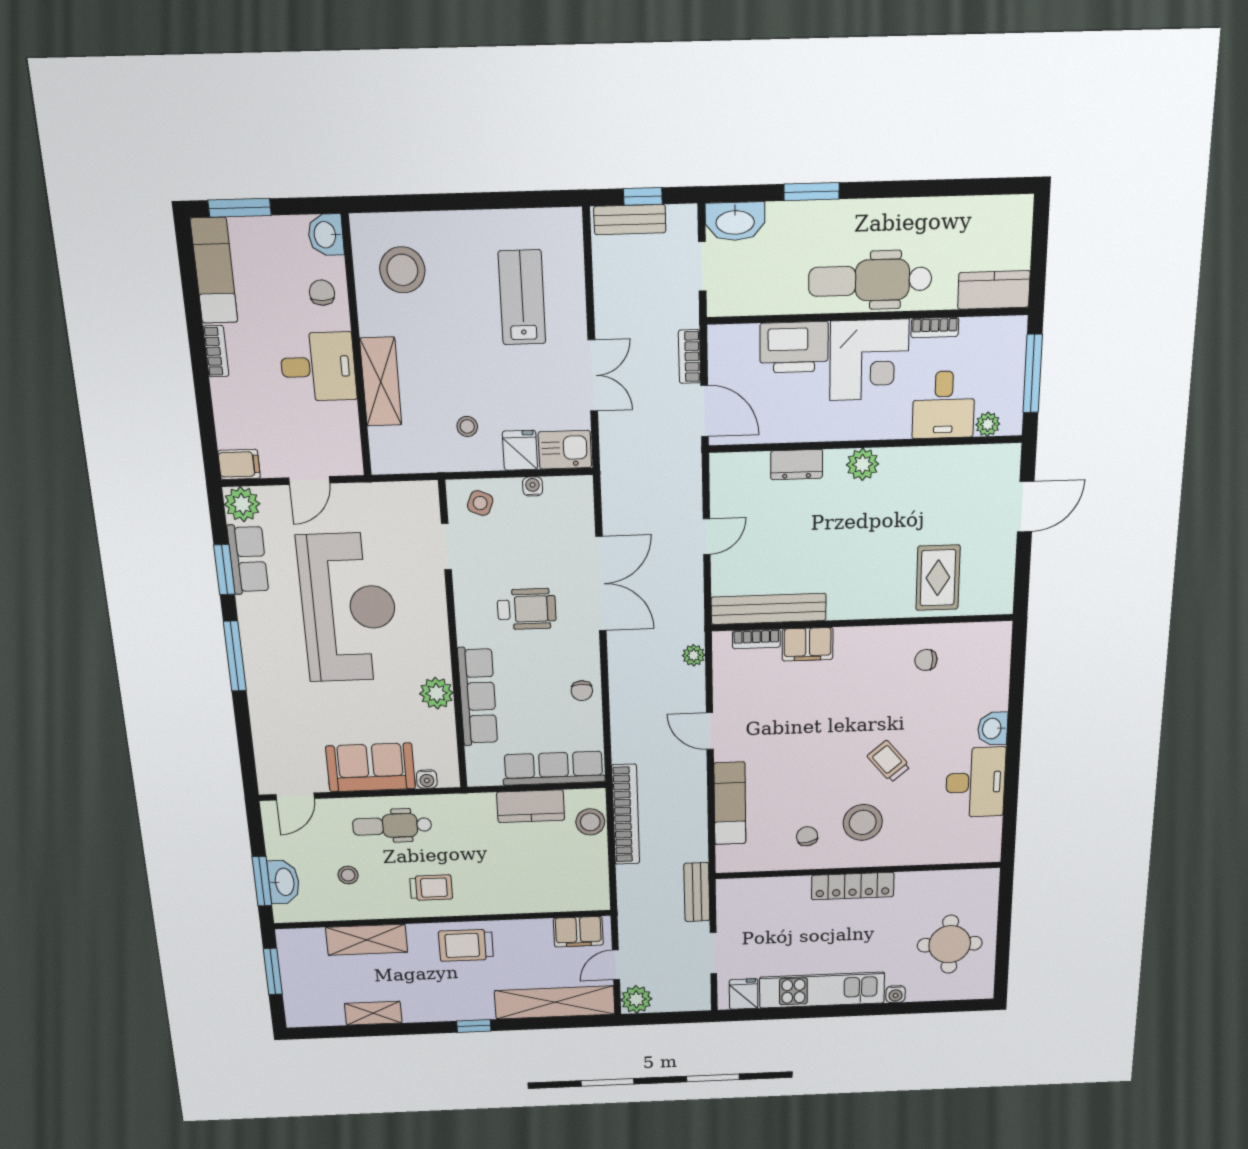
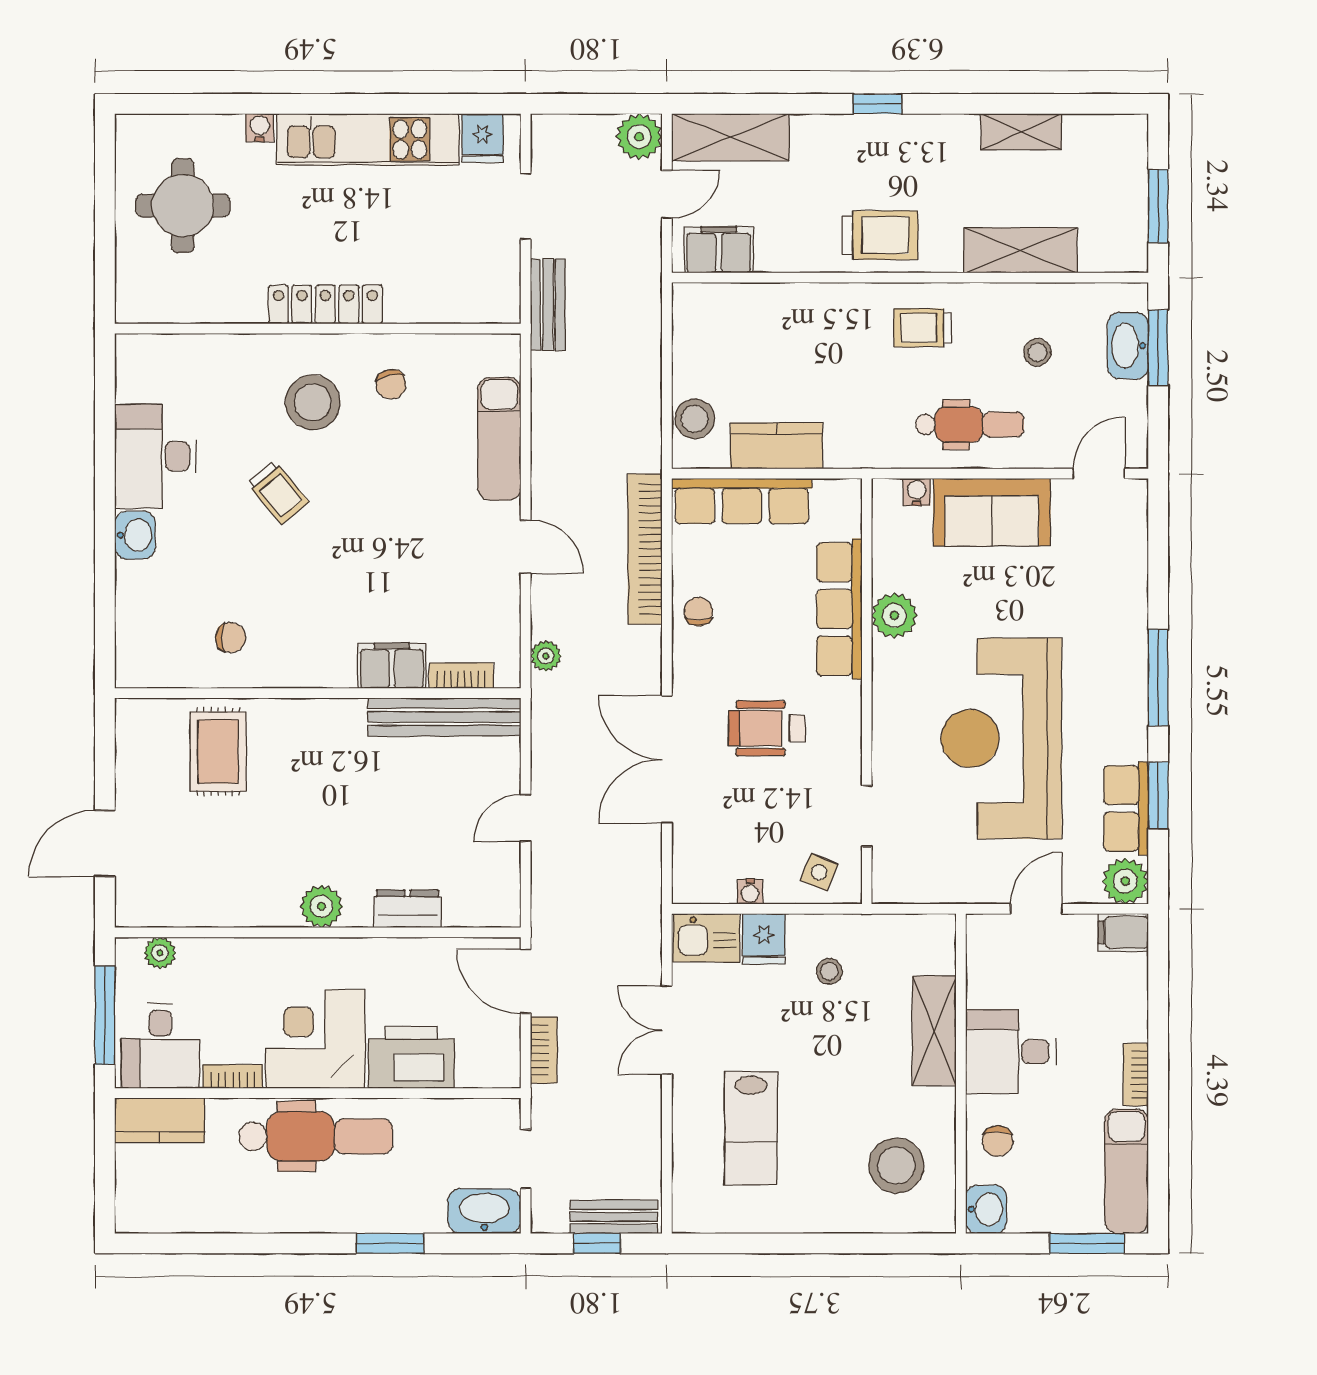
desk: (944, 405) -> (160, 1046), moved, turned 180
bookcase: (626, 815) -> (645, 549), moved
shelving: (555, 1002) -> (730, 137), width x0.68

